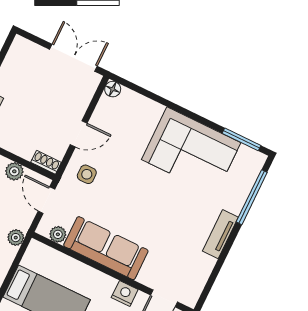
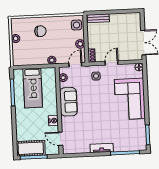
door: (79, 134) -> (112, 63), swing flipped
corner sofa: (191, 151) -> (130, 99), moved
sofa: (106, 248) -> (69, 102), width x0.73

